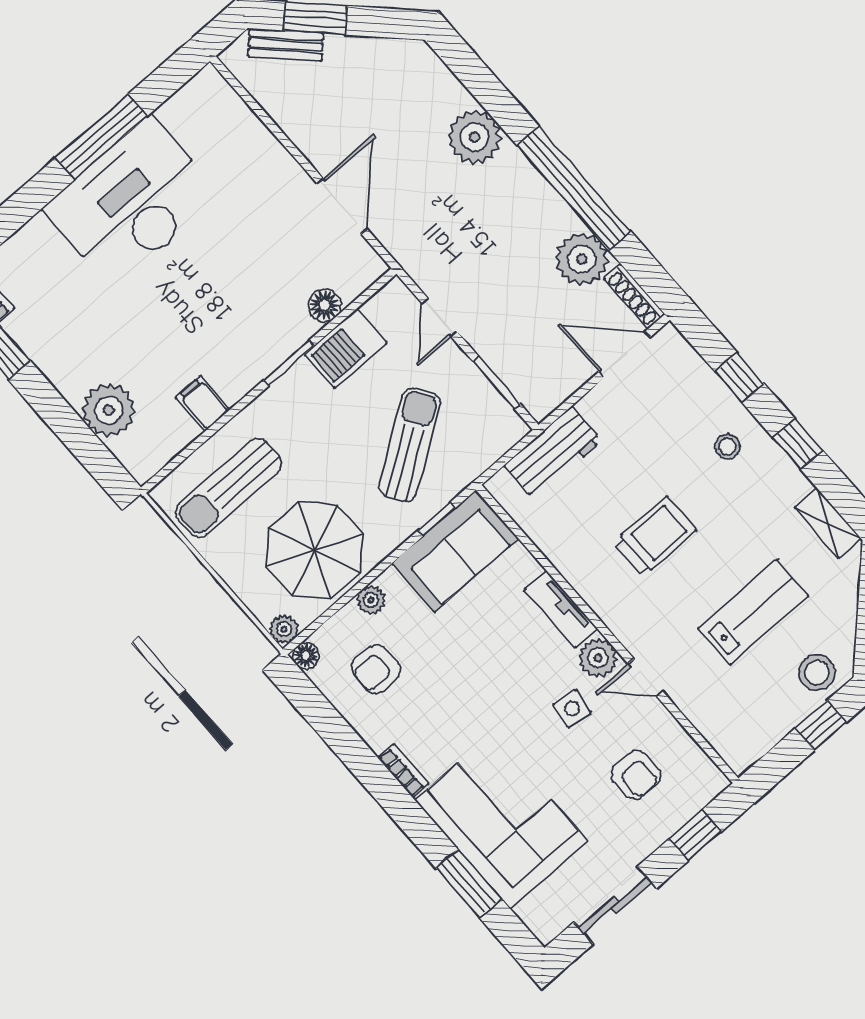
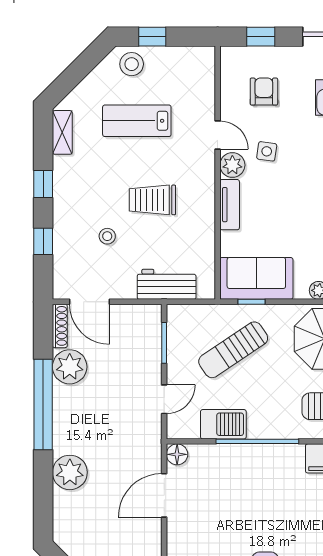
floor lamp: (325, 305) -> (177, 454), moved
window: (289, 363) -> (257, 441), width x2.11
stool: (727, 446) -> (107, 236), moved

